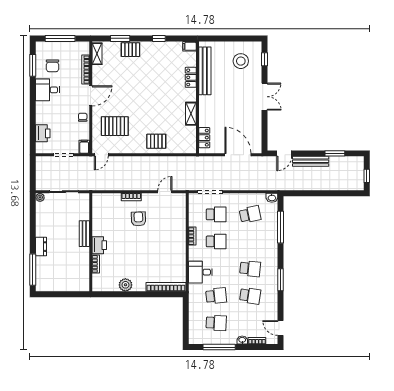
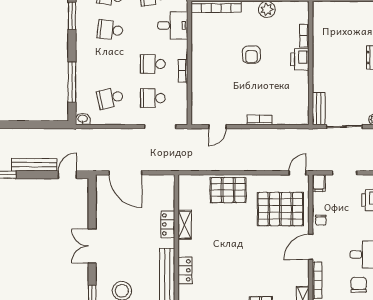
pallet: (115, 126) -> (280, 209), width x1.37, depth x1.41
locker: (204, 138) -> (168, 224), moved
pallet: (156, 141) -> (228, 190), width x1.50, depth x1.42
armchair: (138, 219) -> (251, 54), moved
bench: (84, 234) -> (319, 108), moved

